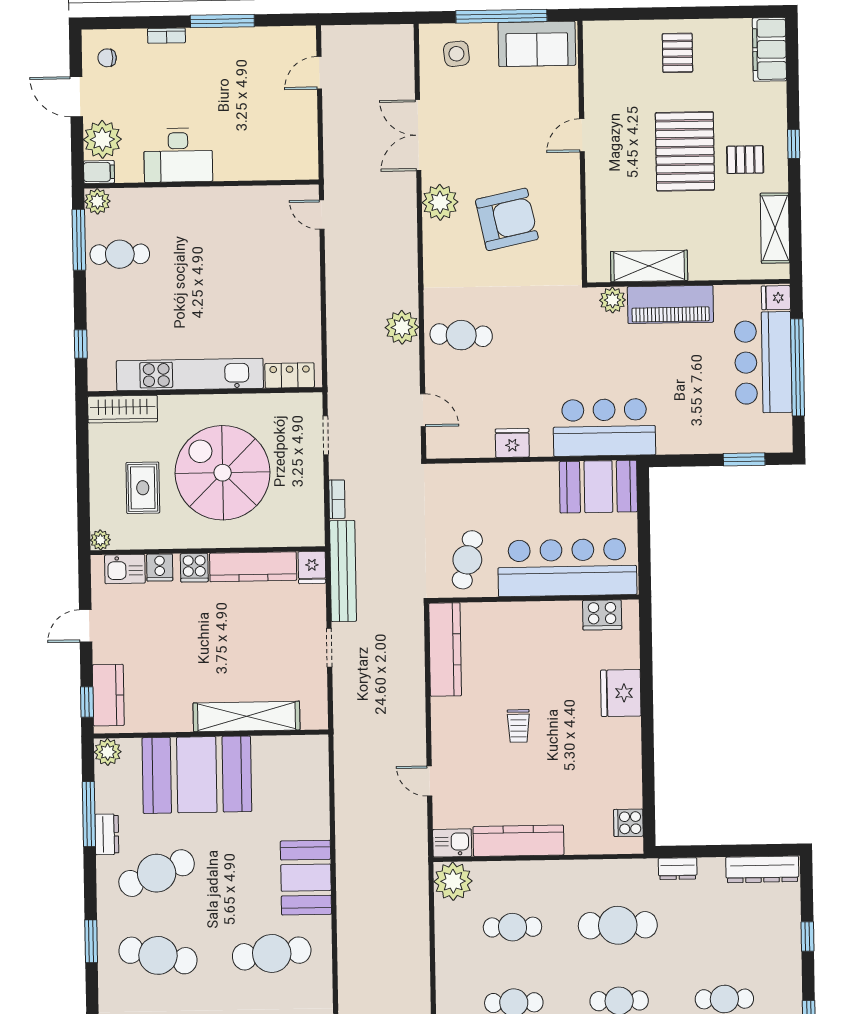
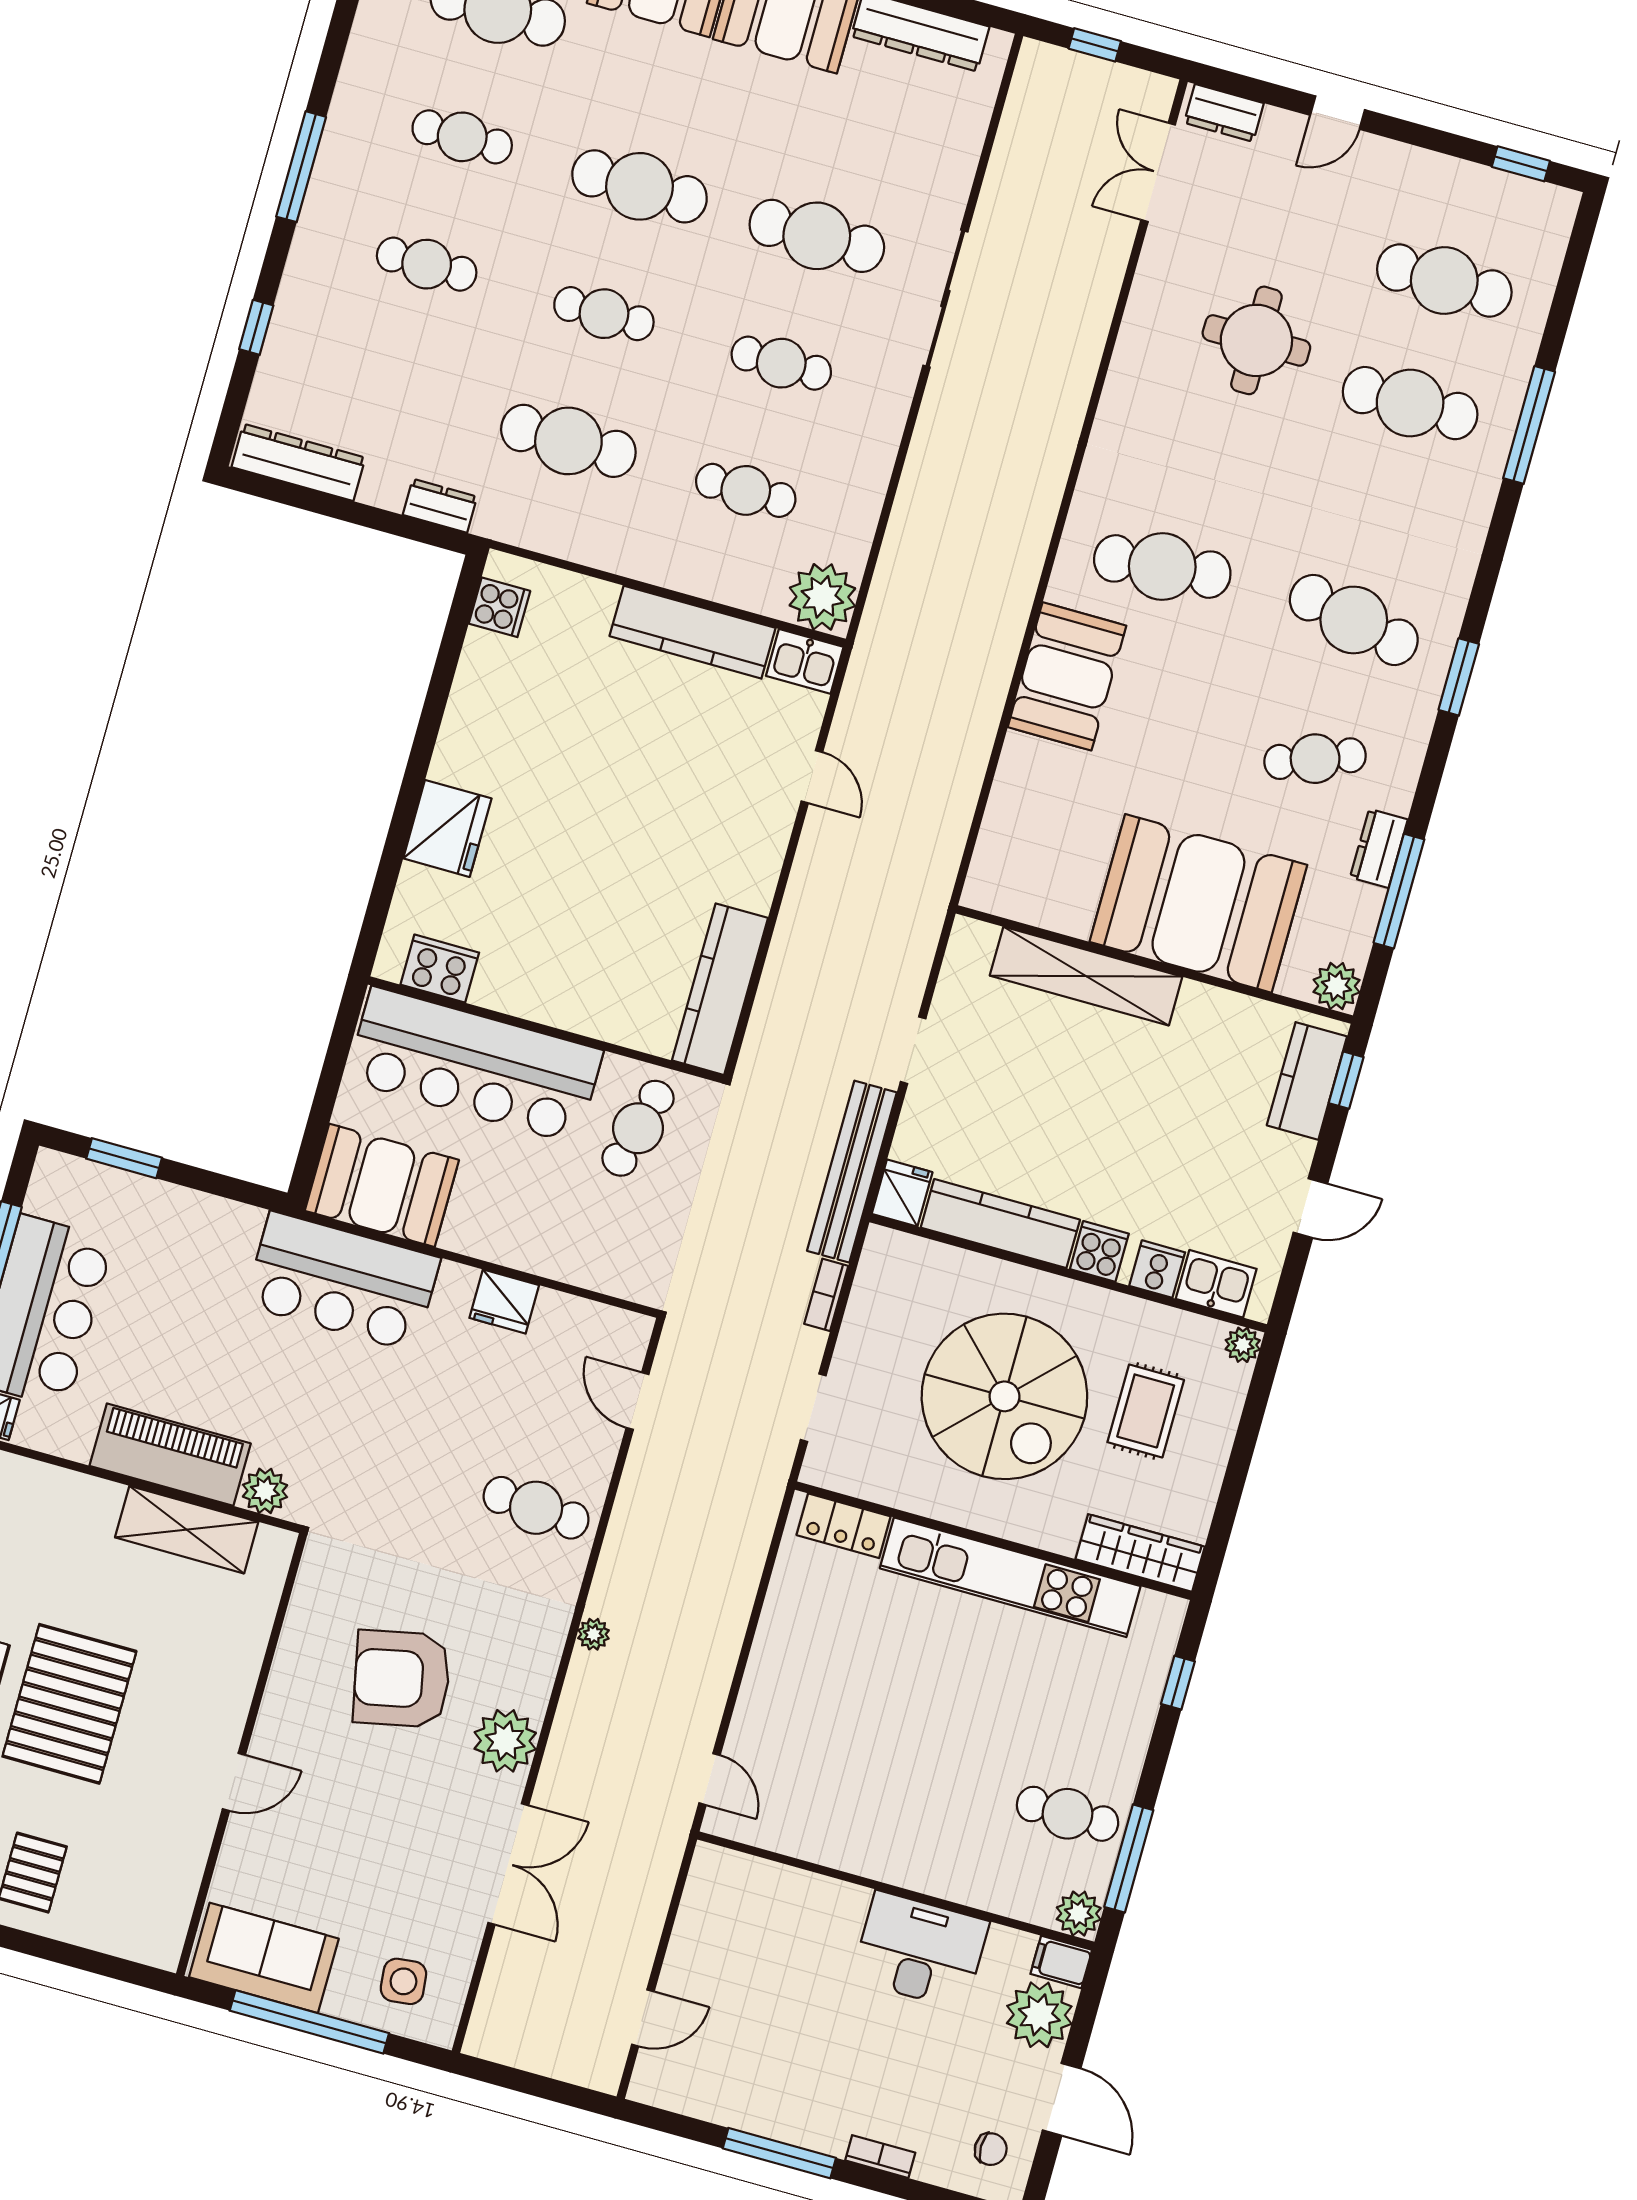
plant: (402, 327) -> (593, 1634), moved, width x0.53, depth x0.53
trolley: (518, 726) -> (635, 824), removed
cafe table: (157, 873) -> (1315, 759), width x0.73, depth x0.74

